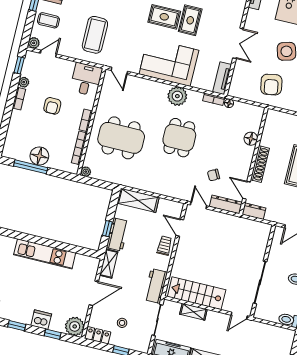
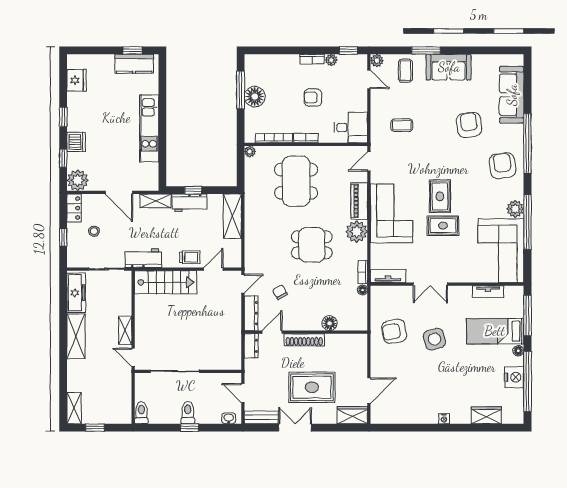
coffee table: (95, 35) -> (402, 125), width x0.54, depth x0.58
piano: (151, 88) -> (359, 201), added
stairs: (197, 293) -> (166, 282), moved, turned 90
shelving: (193, 312) -> (125, 330), moved

